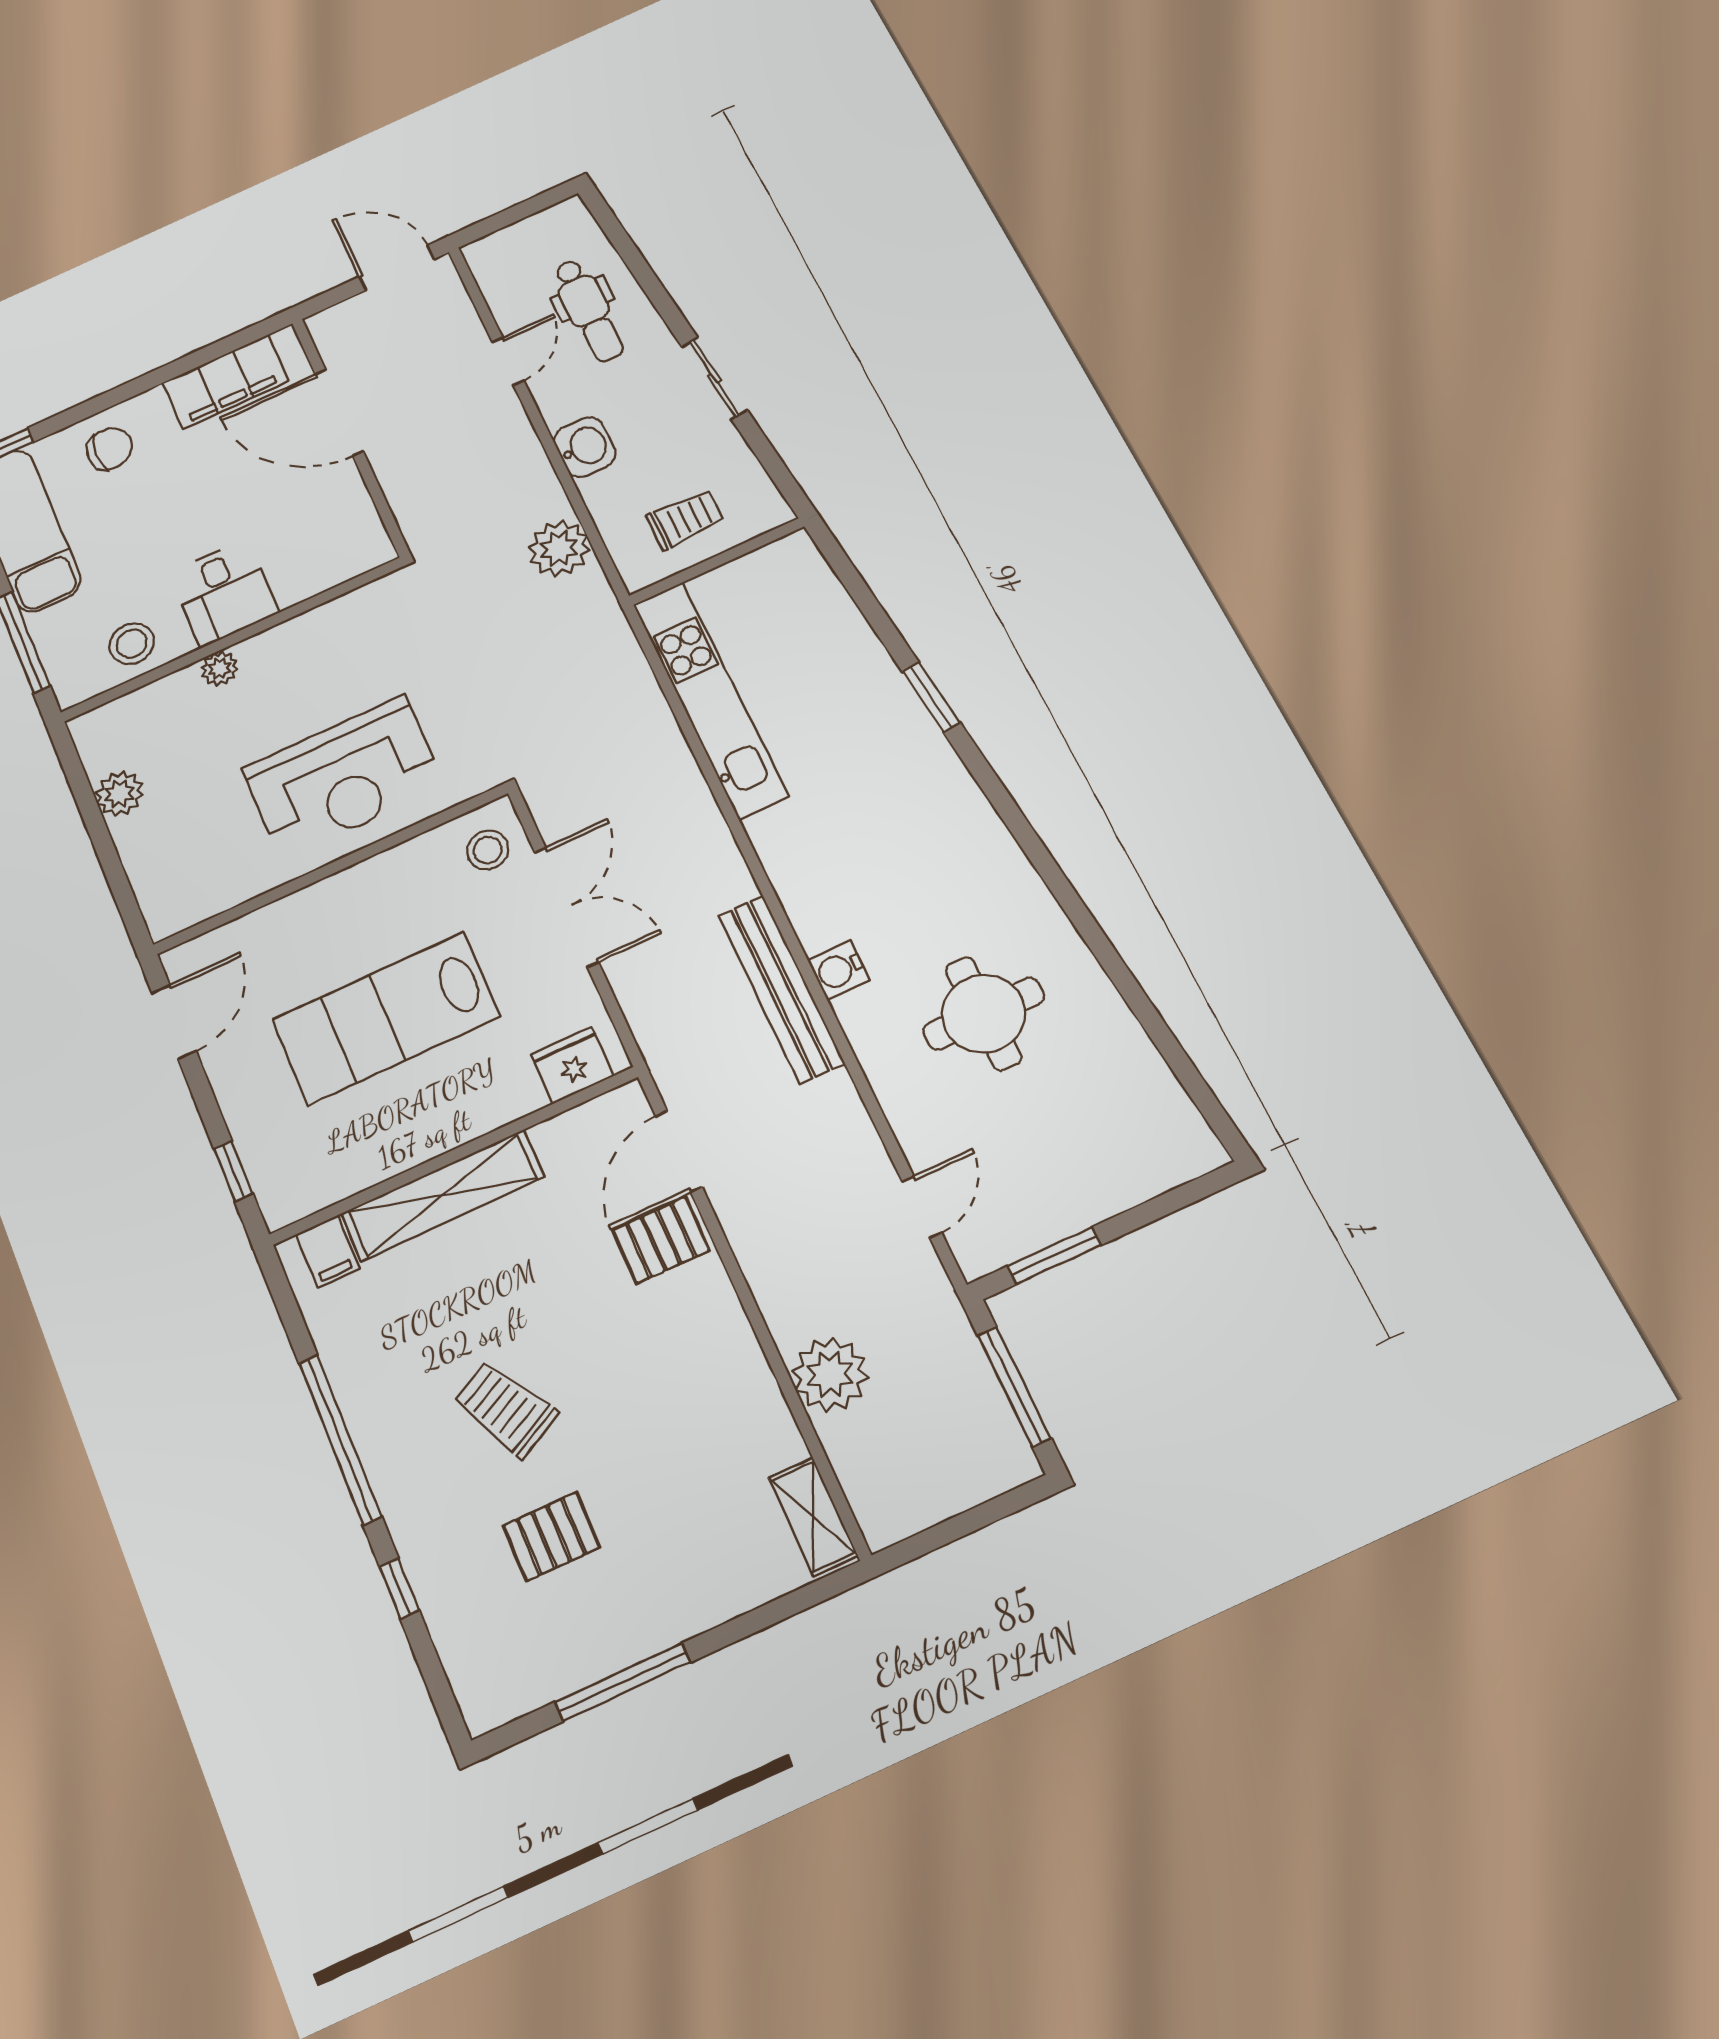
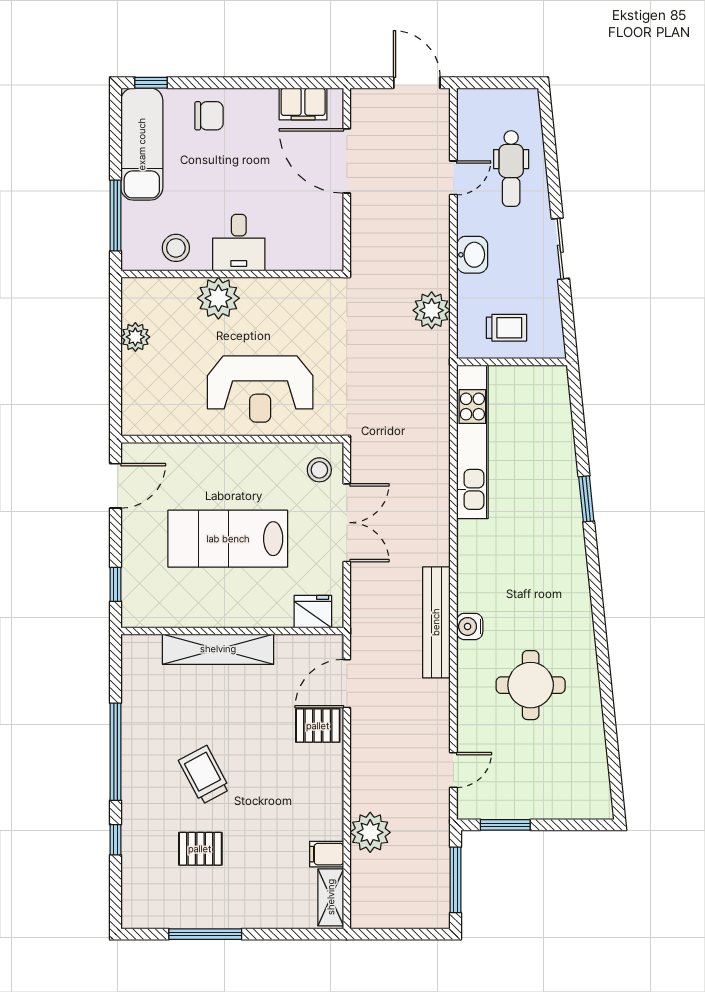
filing cabinet: (226, 382) -> (303, 104), width x0.67, depth x0.86
plant: (219, 668) -> (218, 298), width x1.88, depth x1.88
filing cabinet: (328, 1252) -> (327, 854), moved, turned 90

